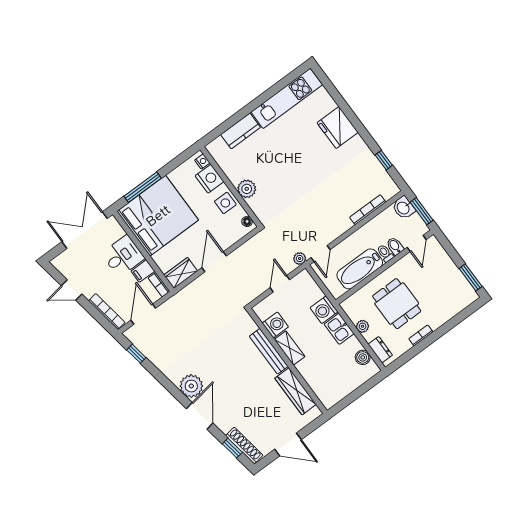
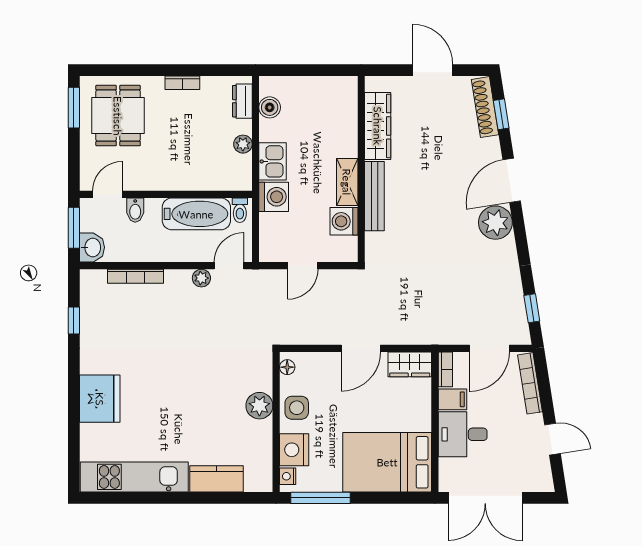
window: (143, 187) -> (320, 498), moved
bed: (158, 216) -> (387, 462), width x0.73
toilet: (385, 253) -> (240, 210), moved
plant: (300, 259) -> (201, 278), moved
dining table: (397, 304) -> (118, 116), moved

